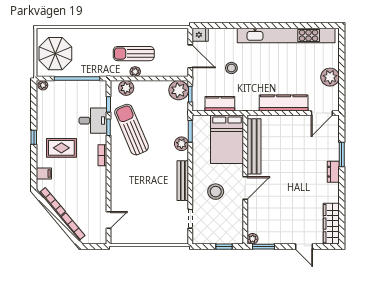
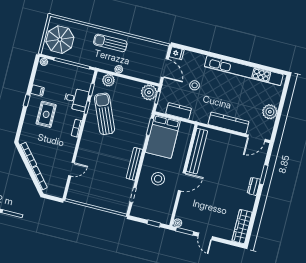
sun lounger: (134, 54) -> (110, 43), moved
bed: (227, 139) -> (163, 137), moved
plant: (181, 144) -> (141, 135), removed
rug: (61, 148) -> (46, 114), turned 90
filing cabinet: (44, 174) -> (37, 91), moved
door: (109, 220) -> (71, 169), moved
door: (304, 247) -> (205, 236), moved

